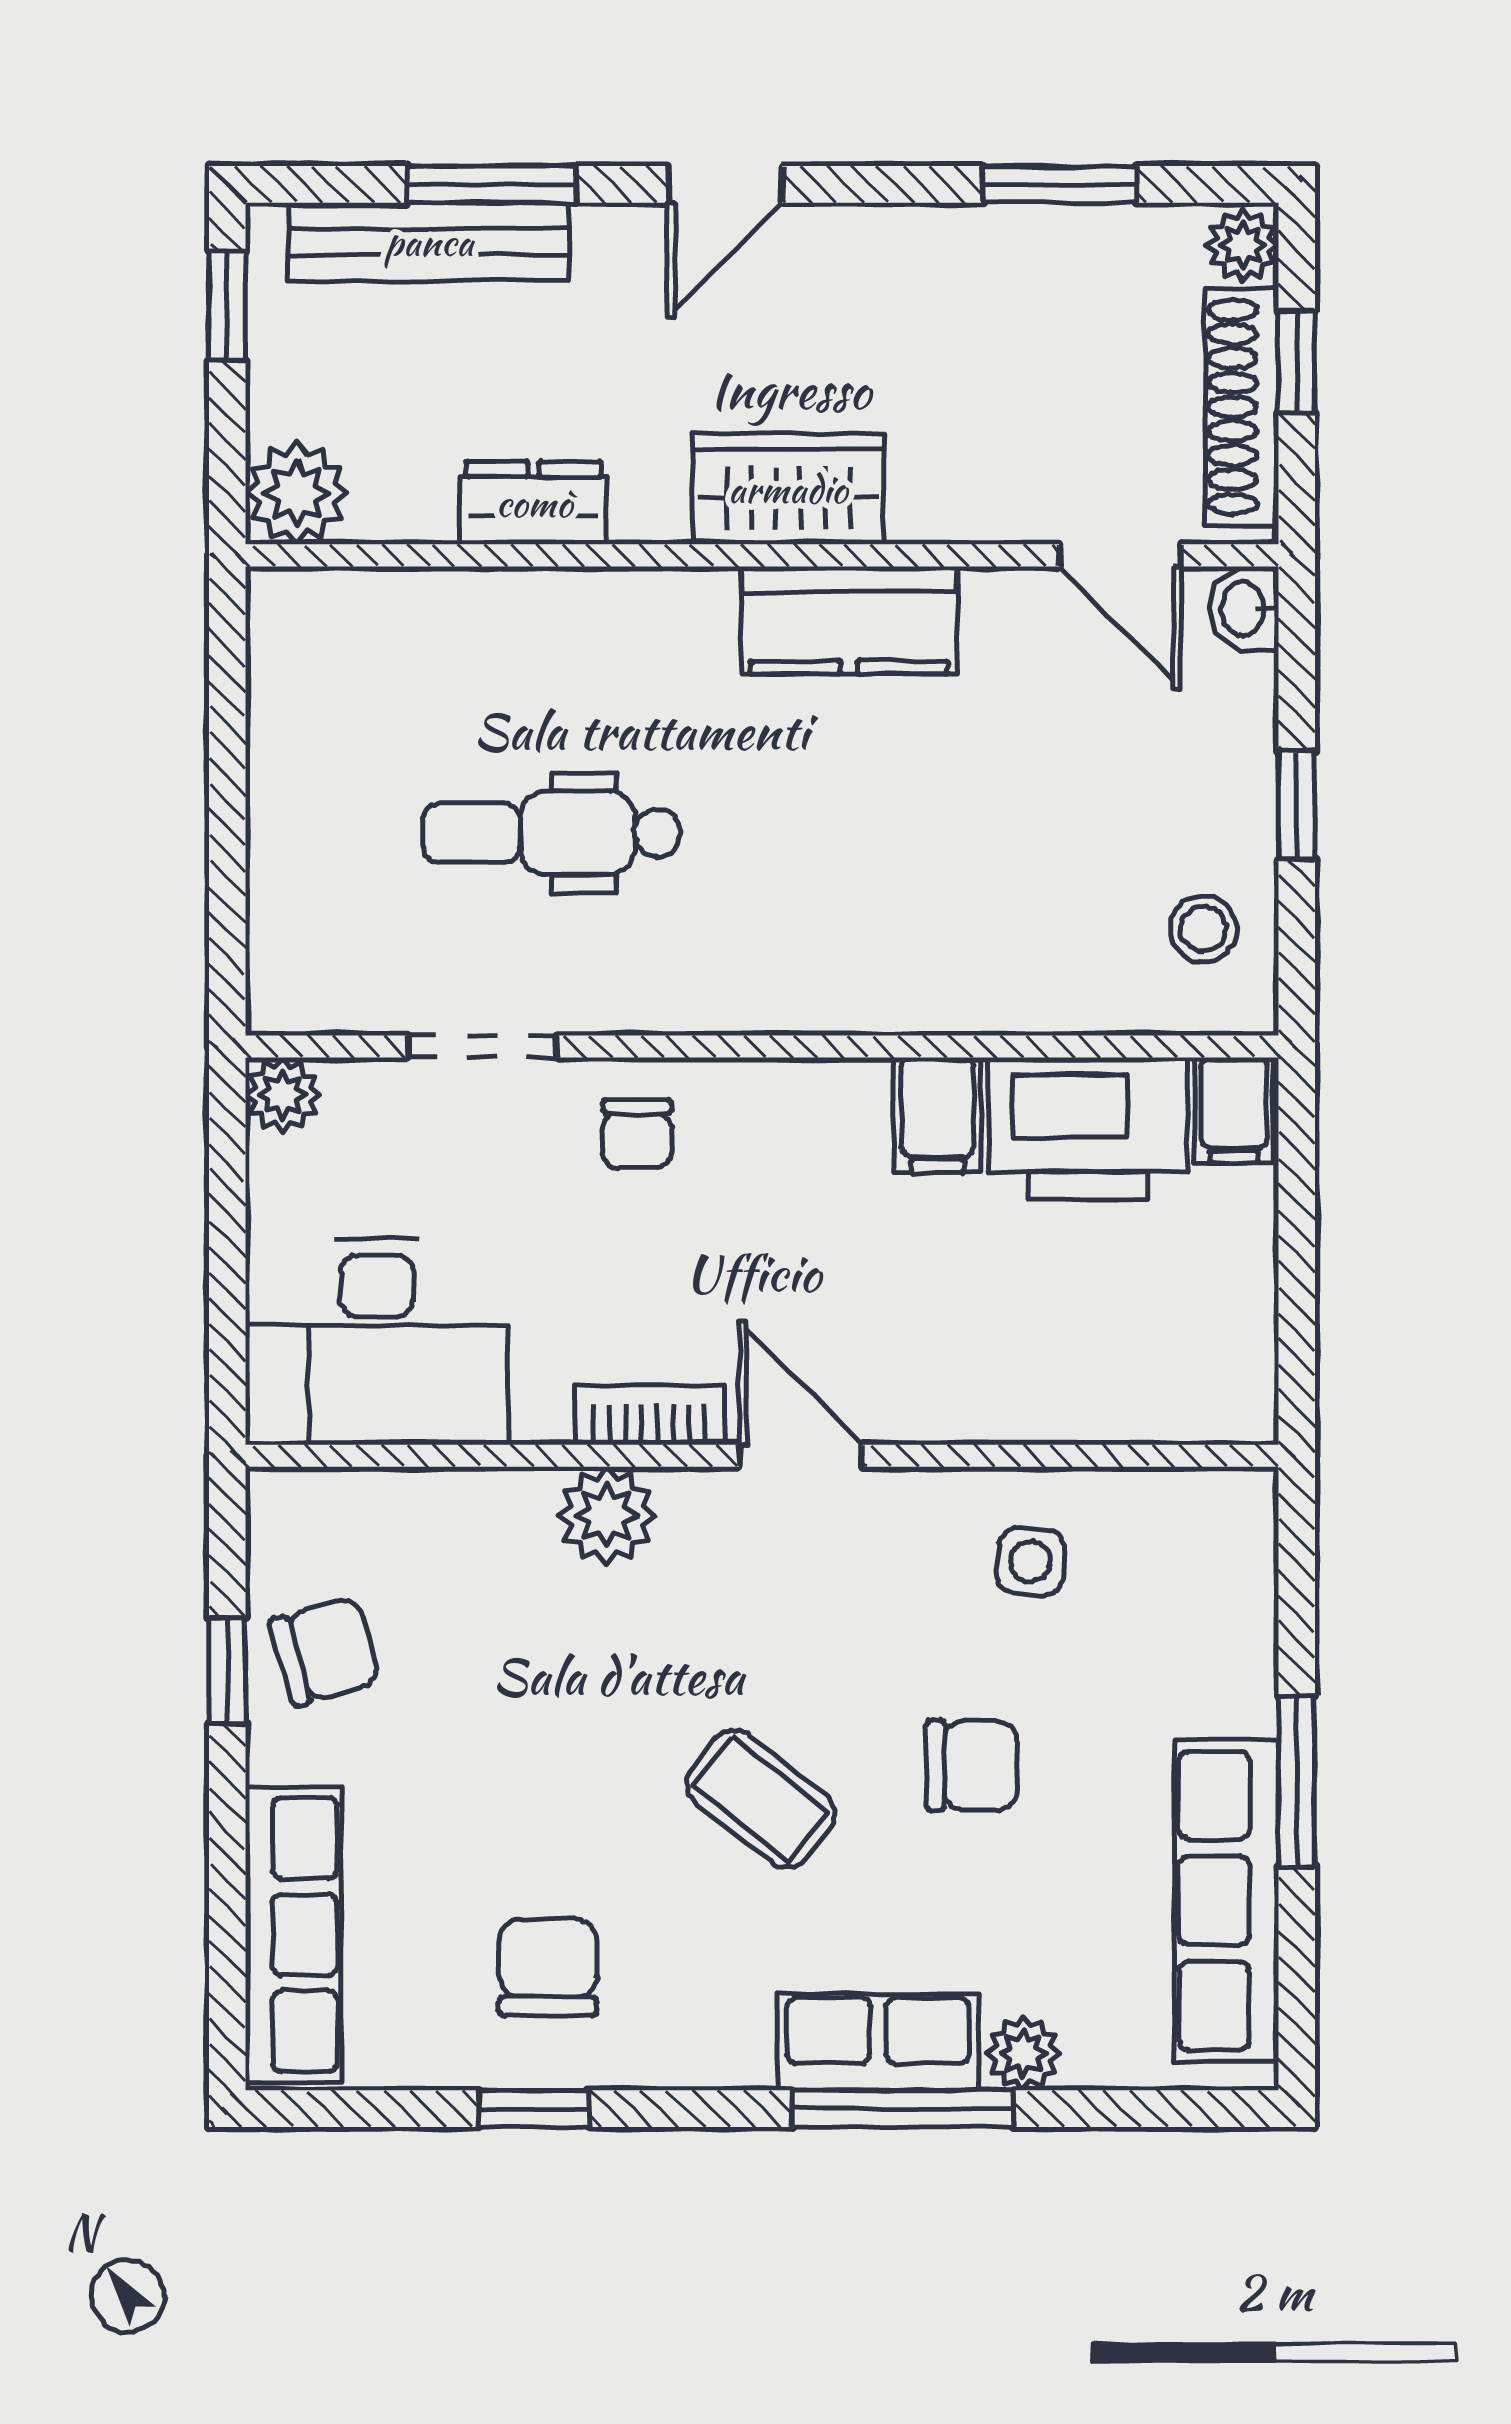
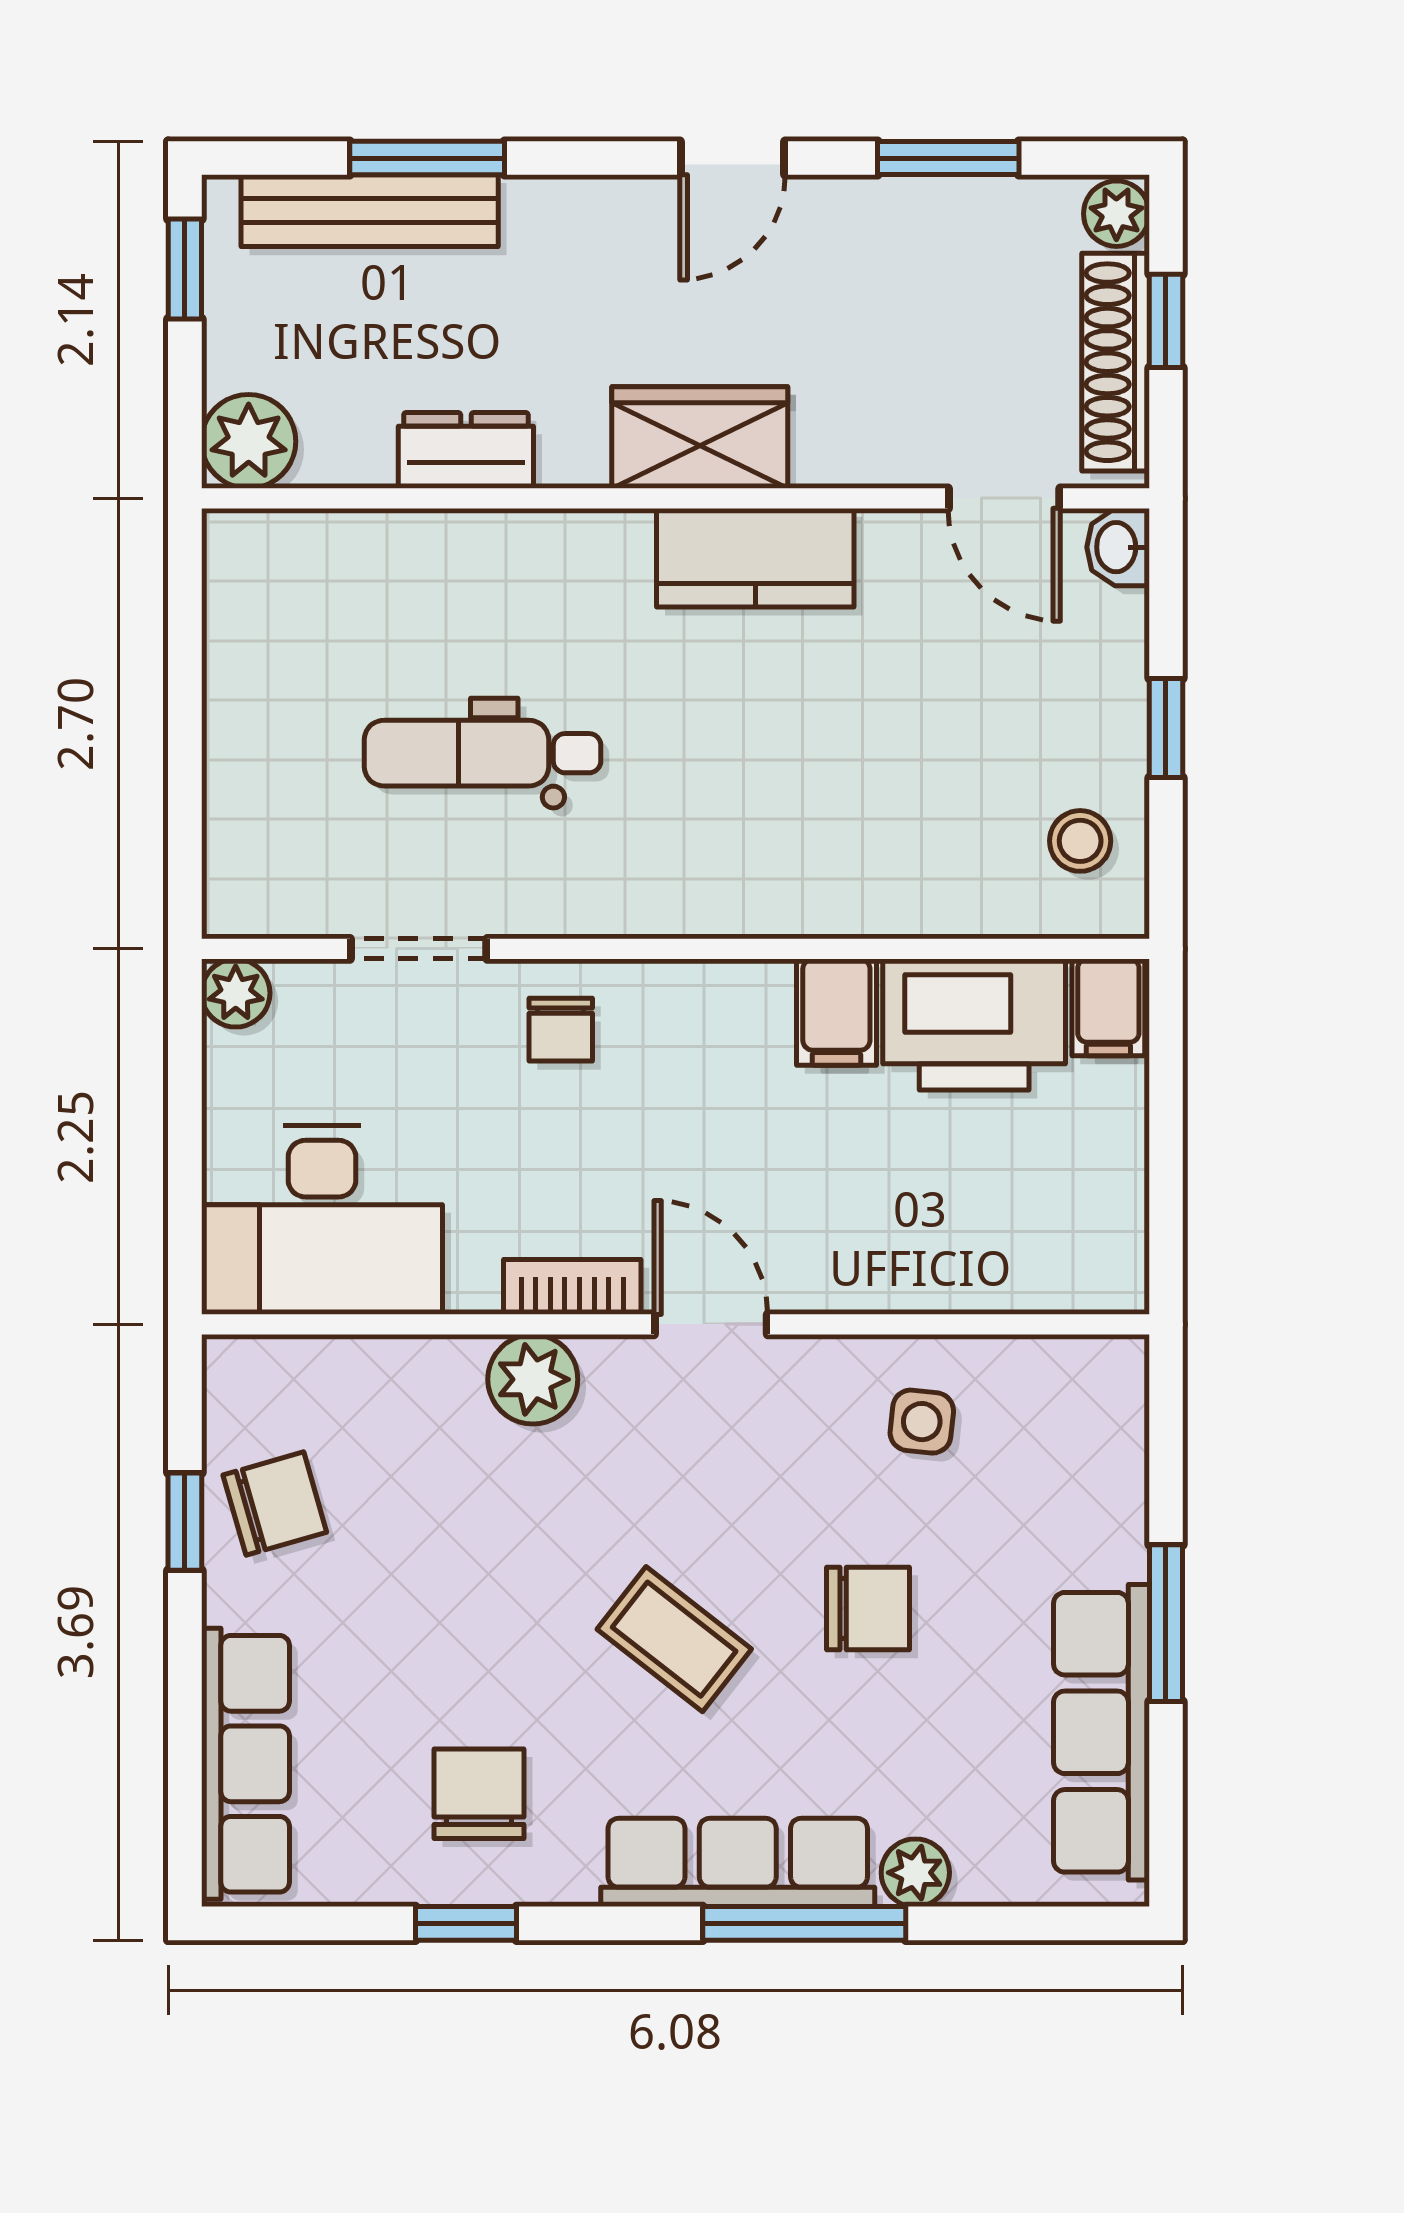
door: (725, 184) -> (733, 158), moved
row of seats: (878, 2042) -> (738, 1862), width x1.48

